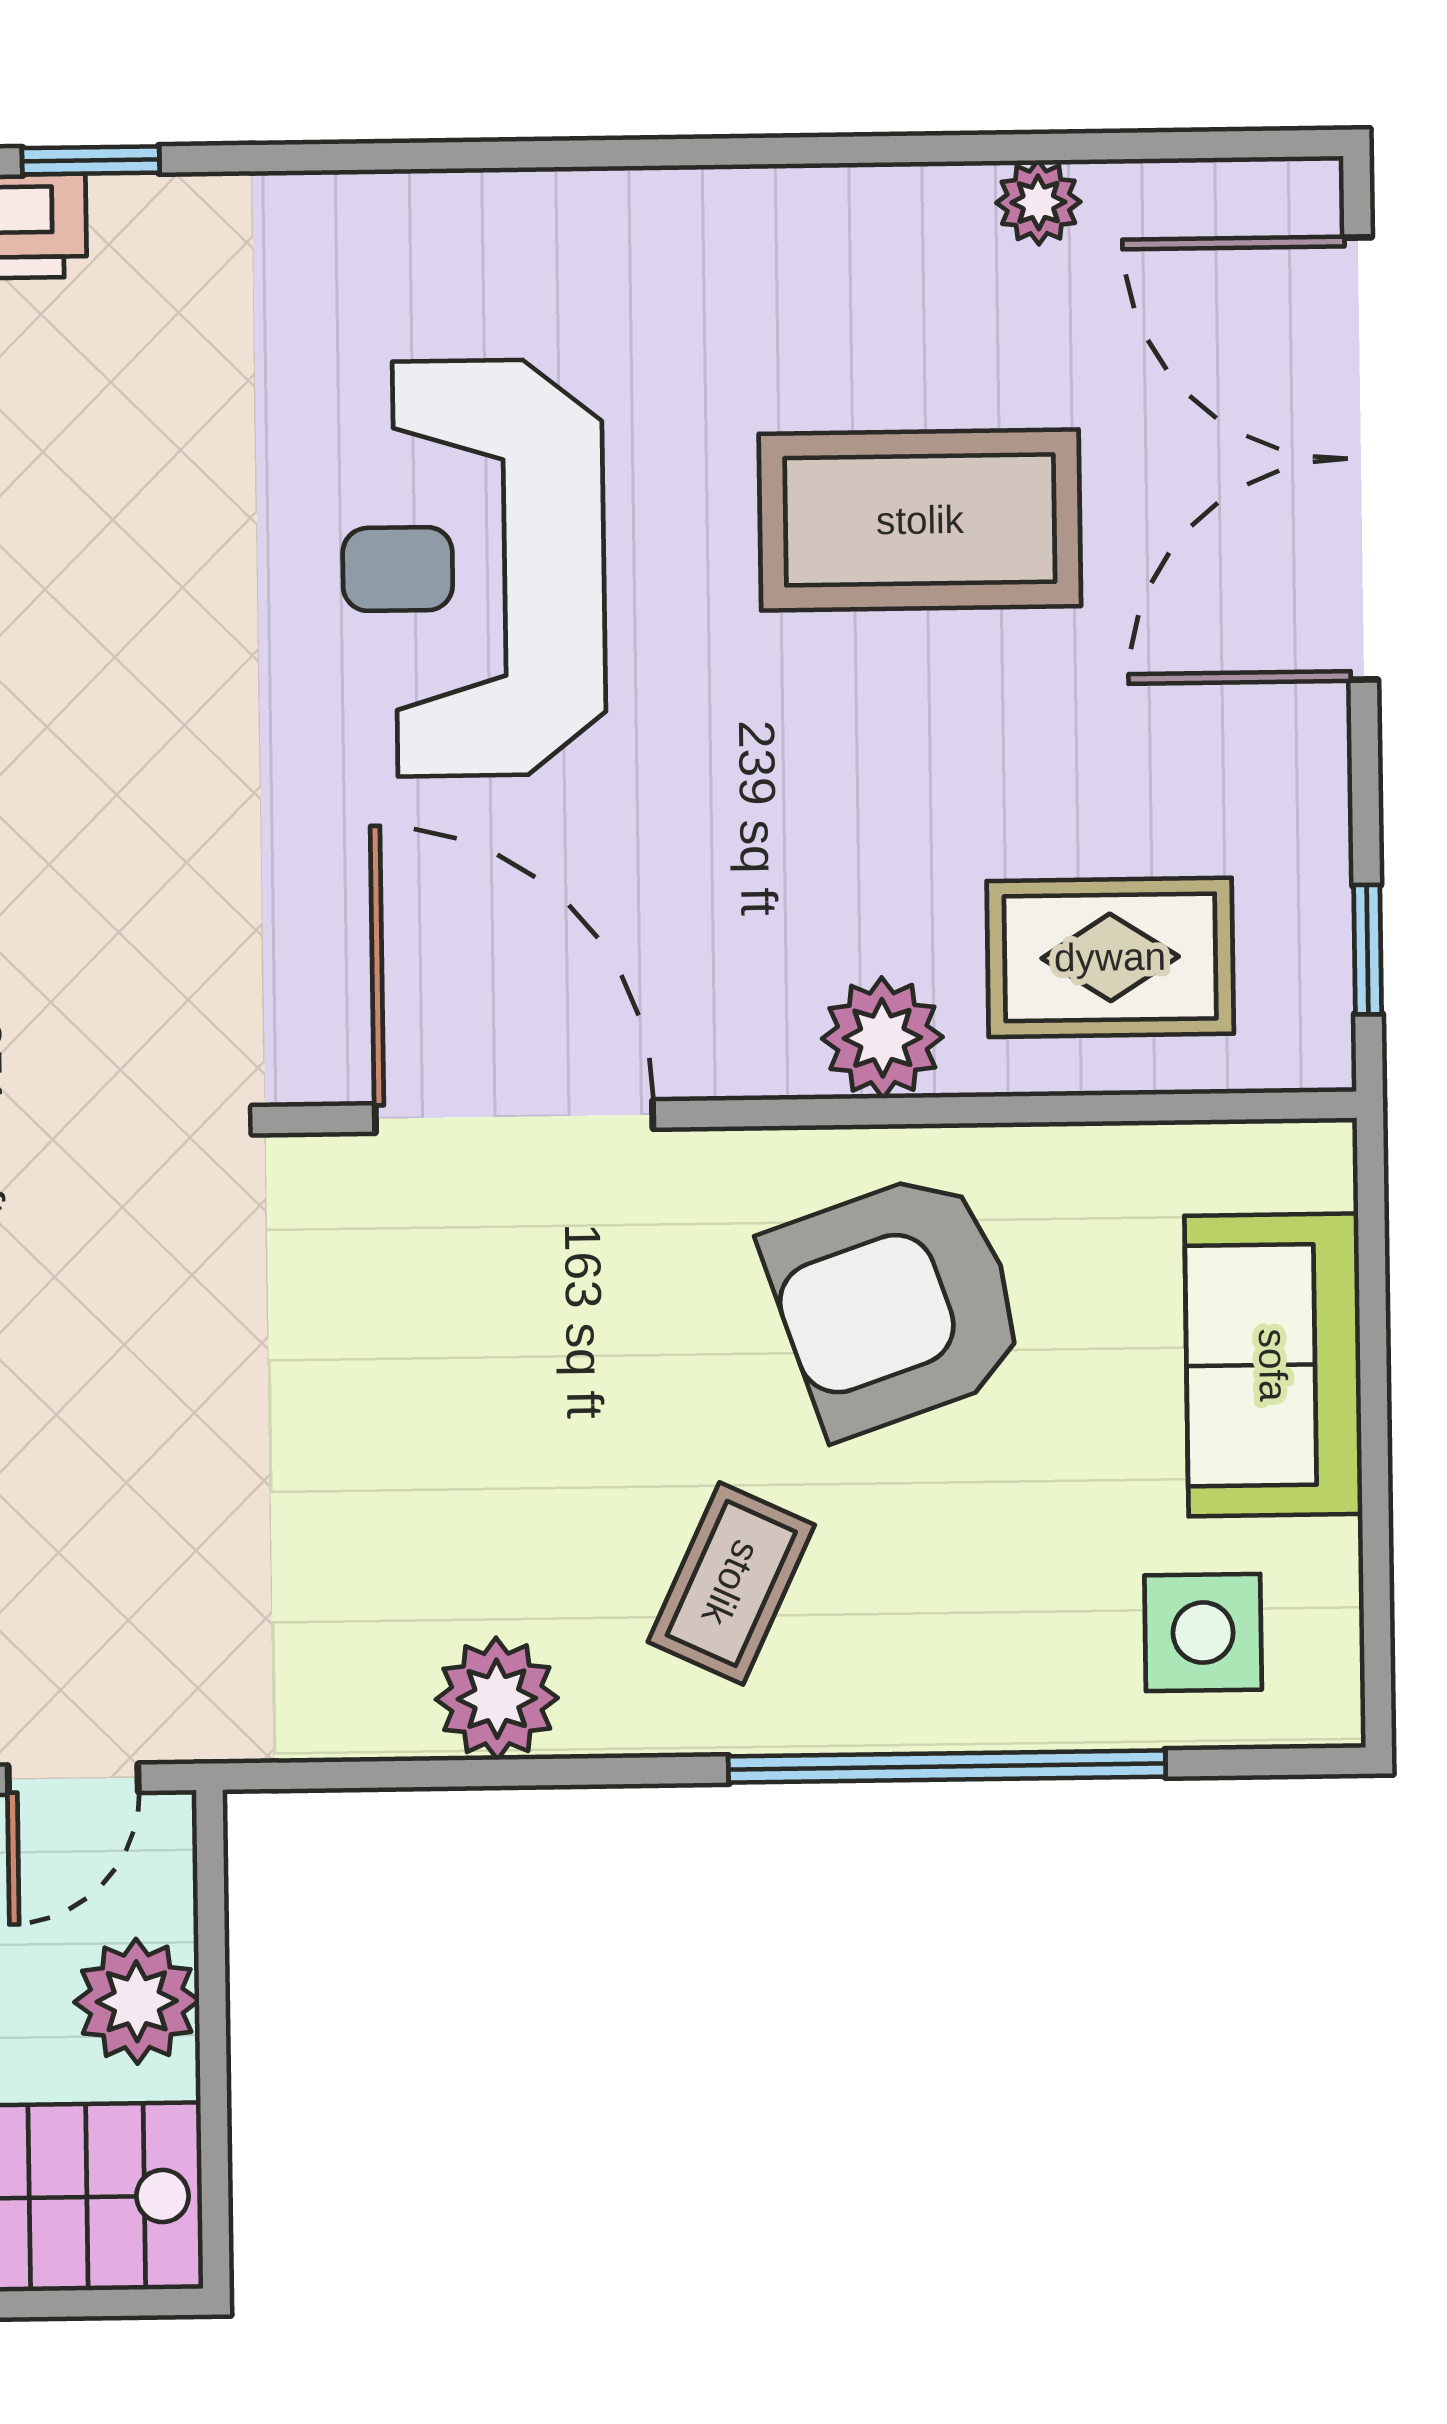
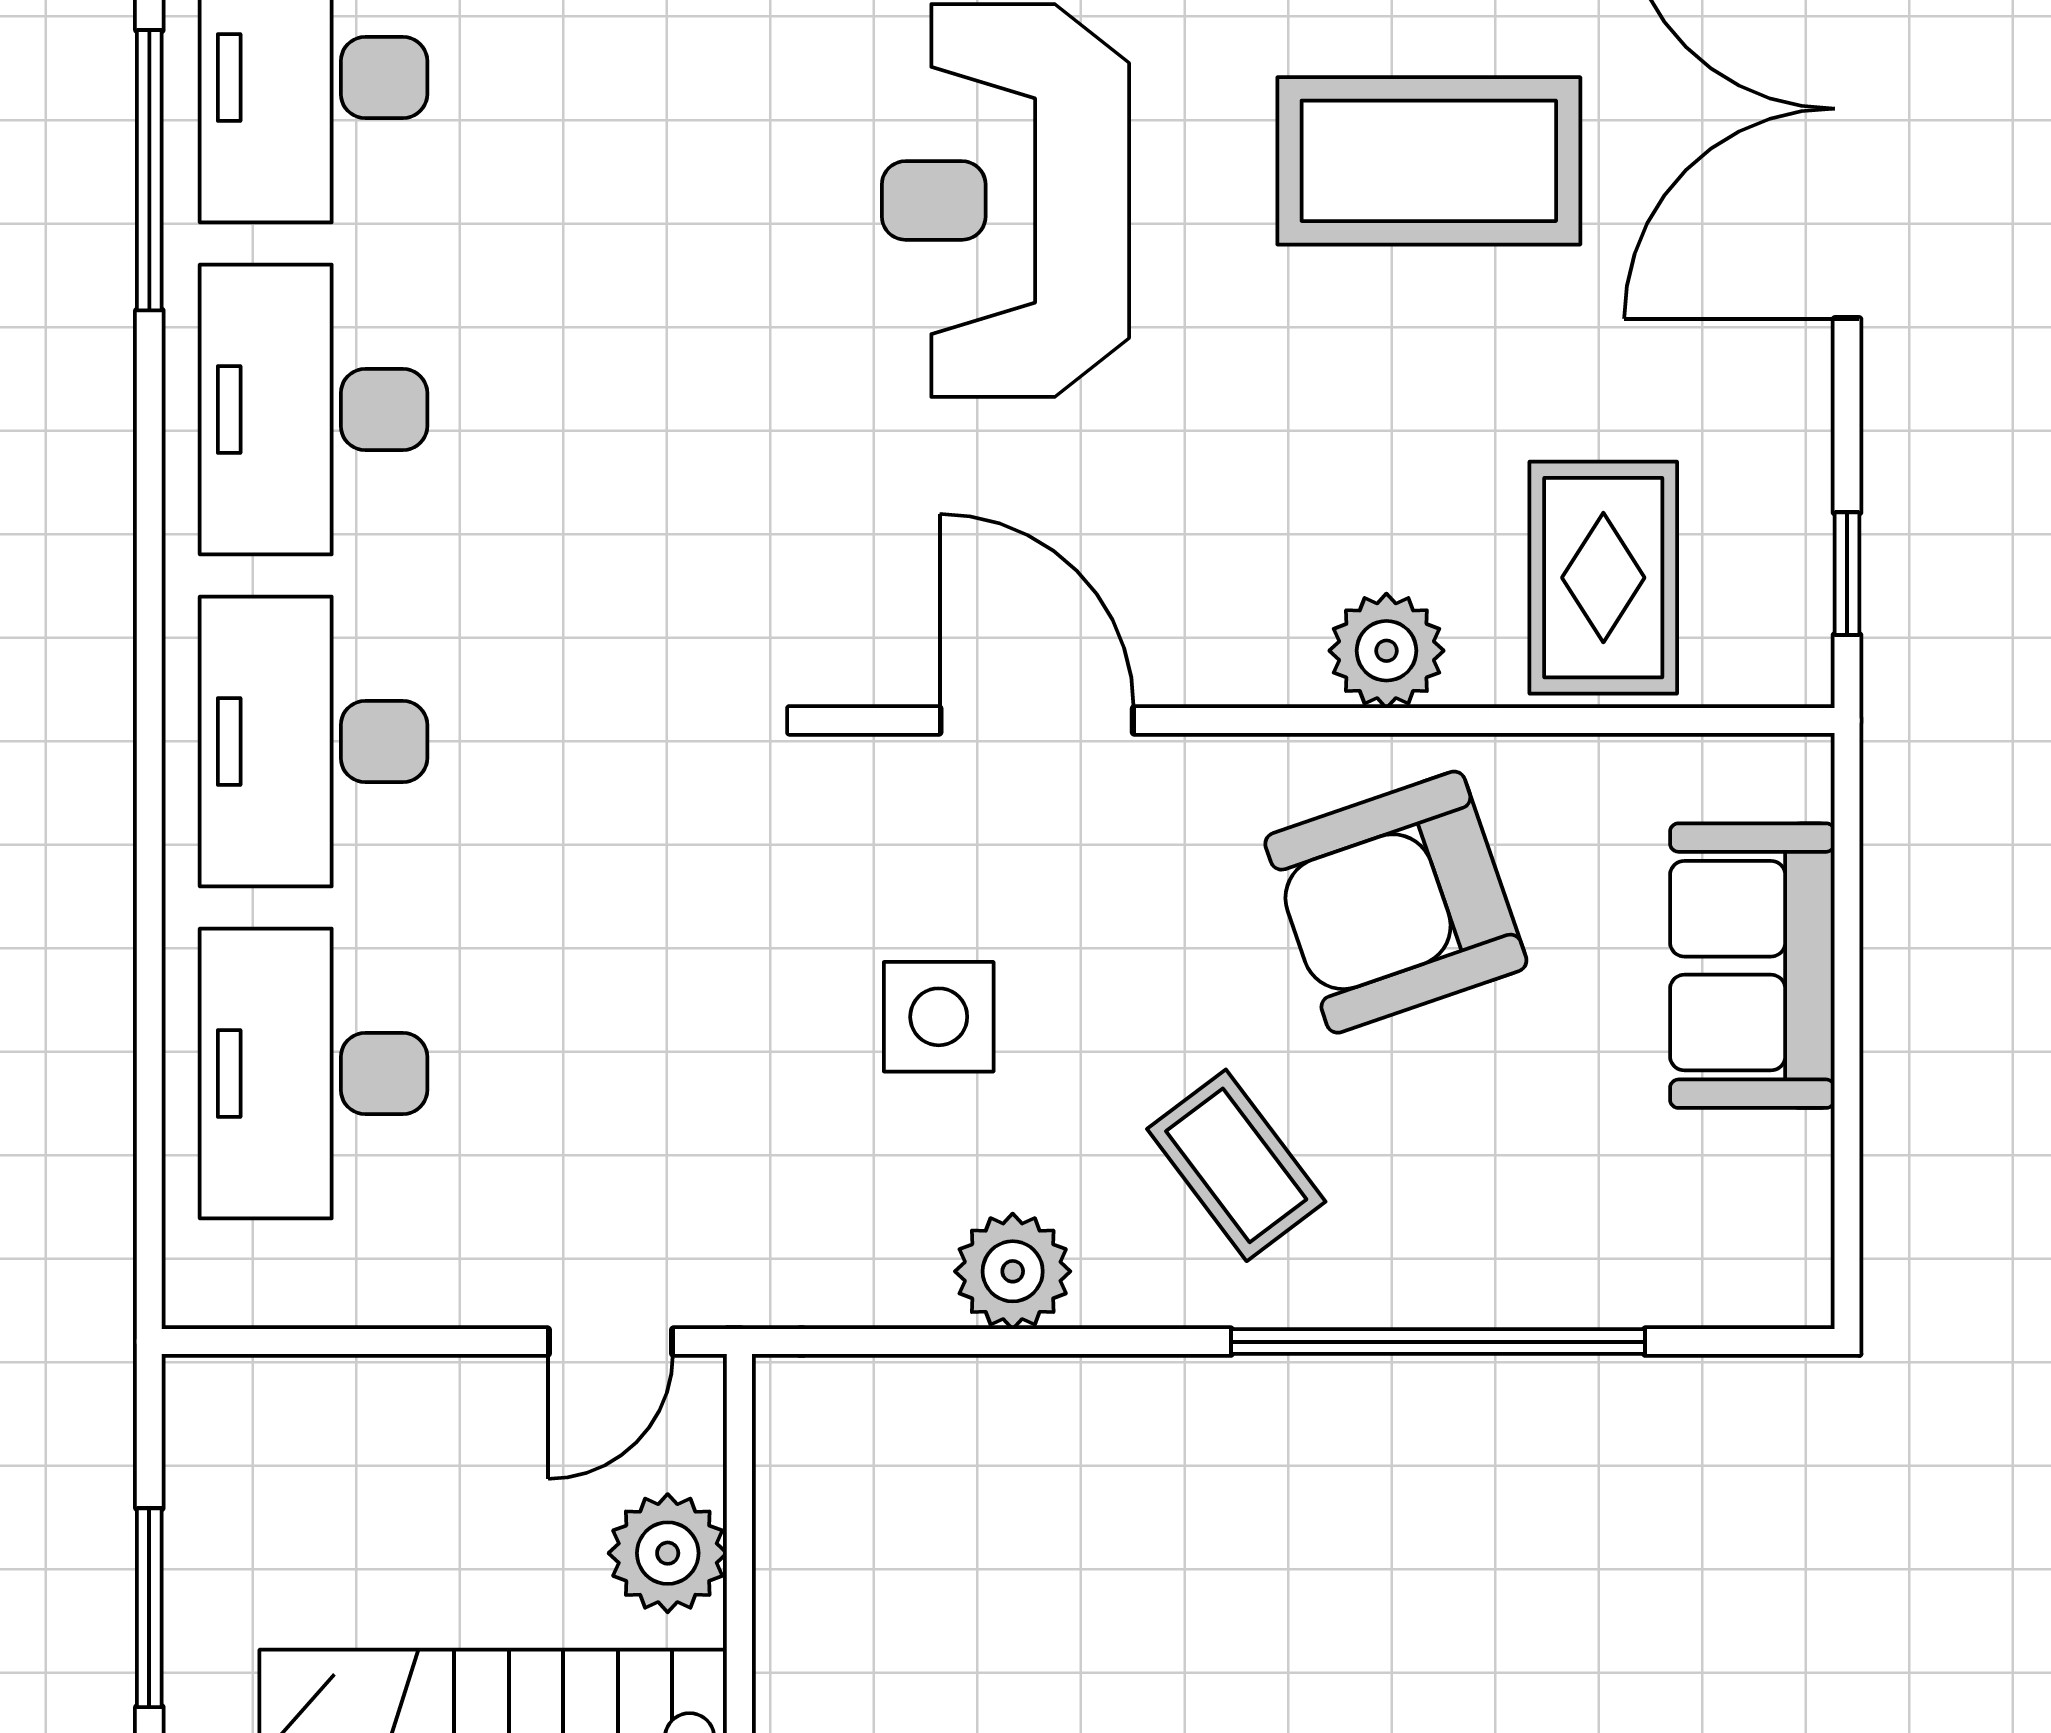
rug: (1110, 957) -> (1603, 578), turned 90
door: (514, 1117) -> (1037, 720), width x0.73
coffee table: (731, 1583) -> (1236, 1165), turned -62
side table: (1203, 1633) -> (939, 1017), moved

